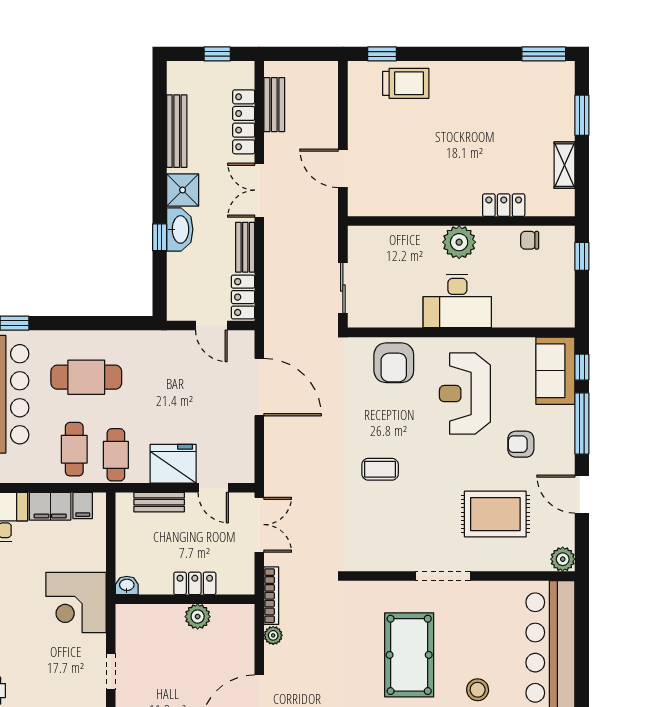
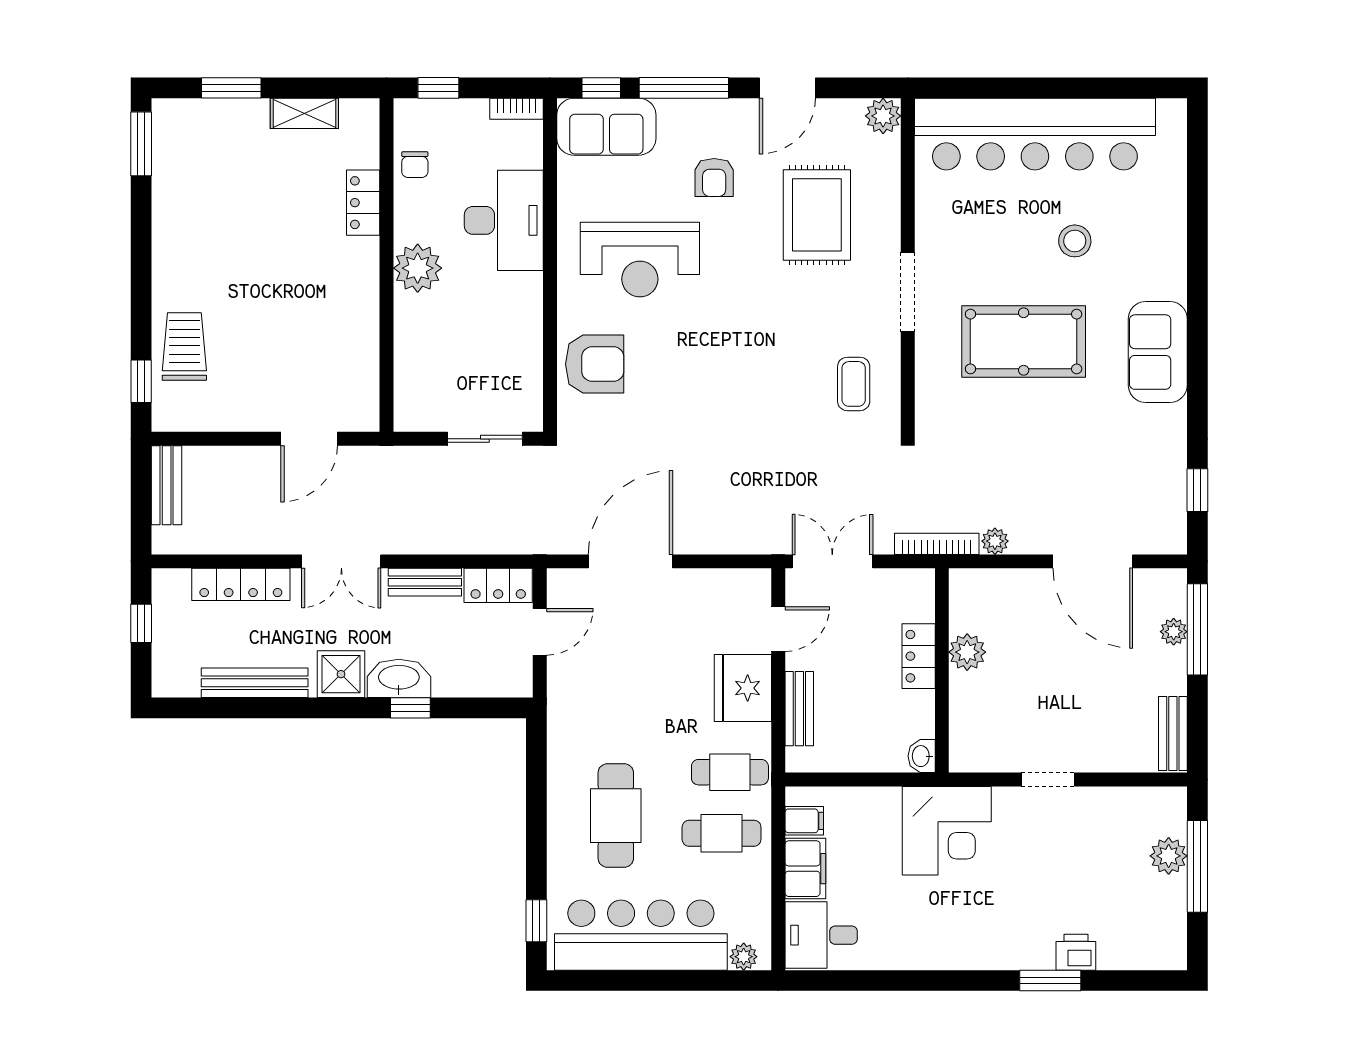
bench: (274, 105) -> (167, 485), moved, turned 90
desk: (457, 301) -> (504, 220), moved
bookcase: (568, 310) -> (516, 109), added
coffee table: (380, 469) -> (854, 384), moved

